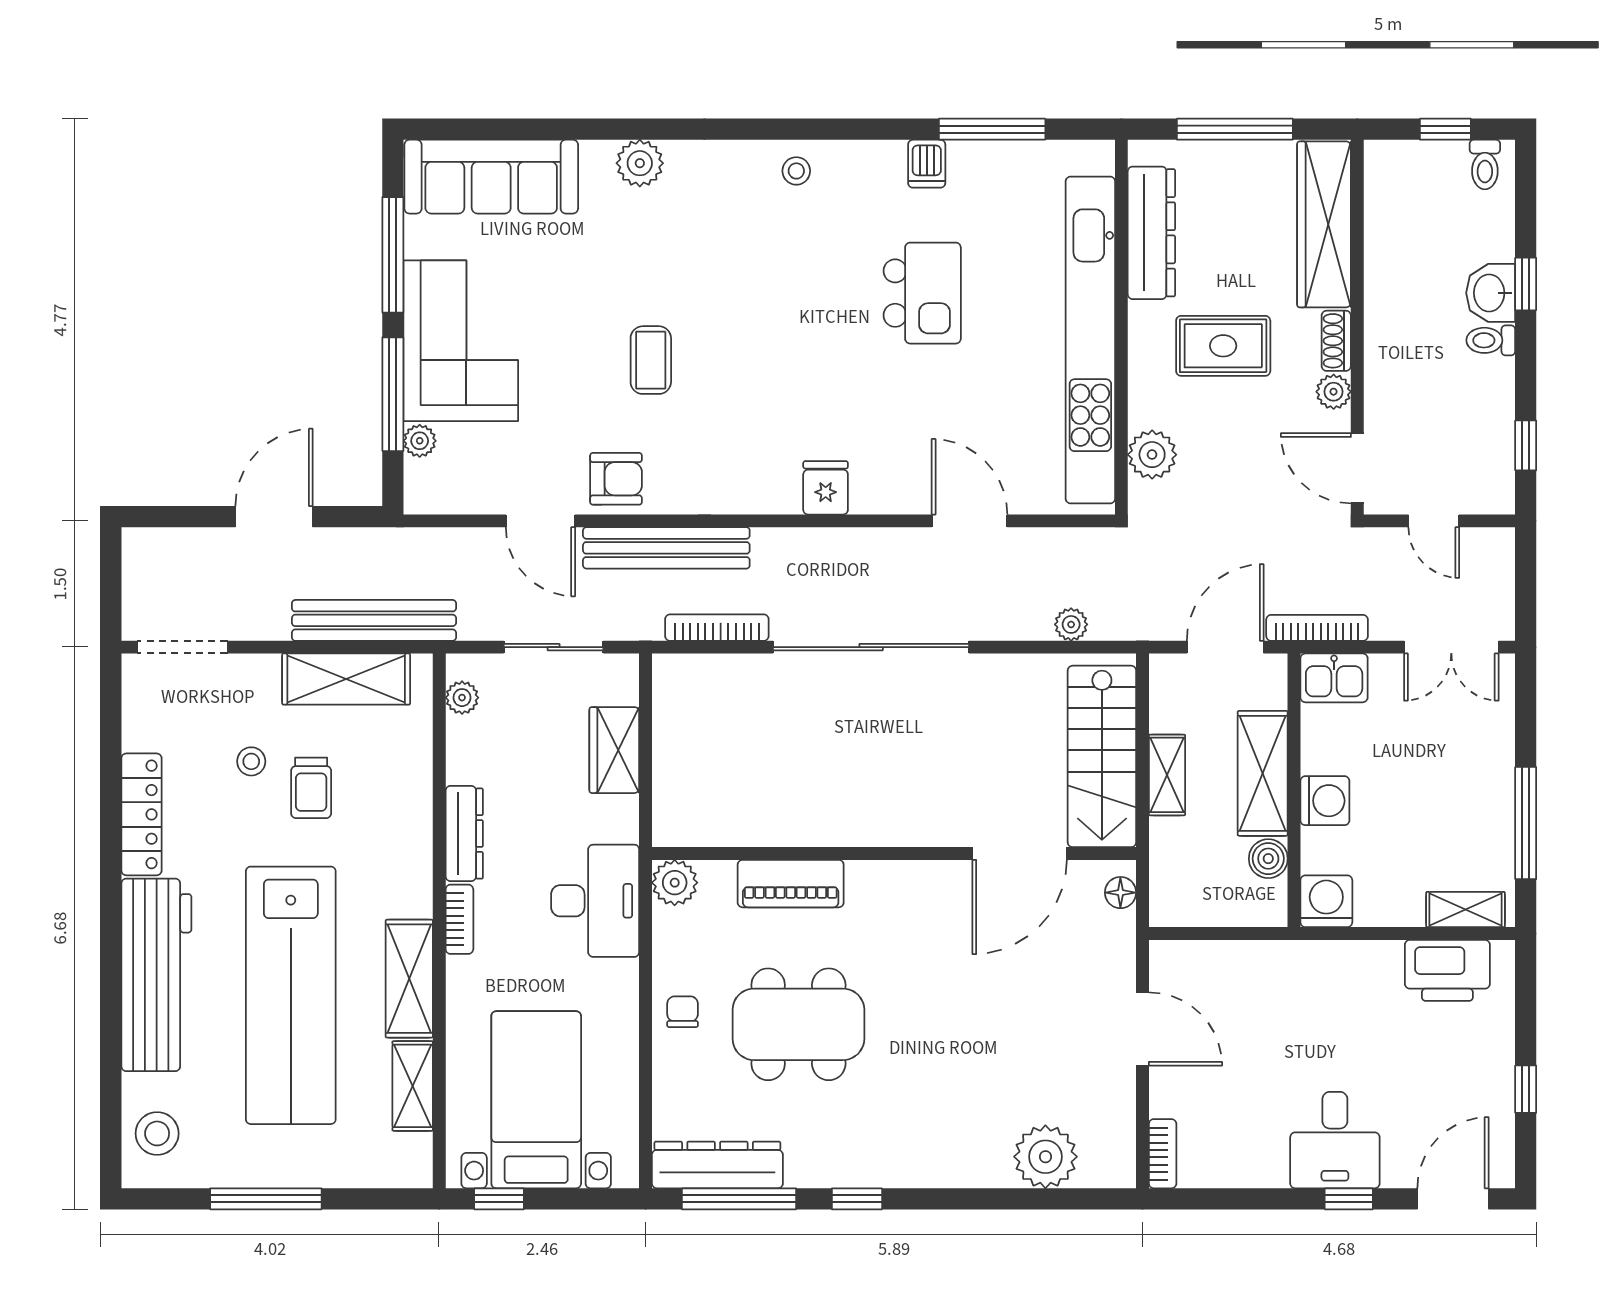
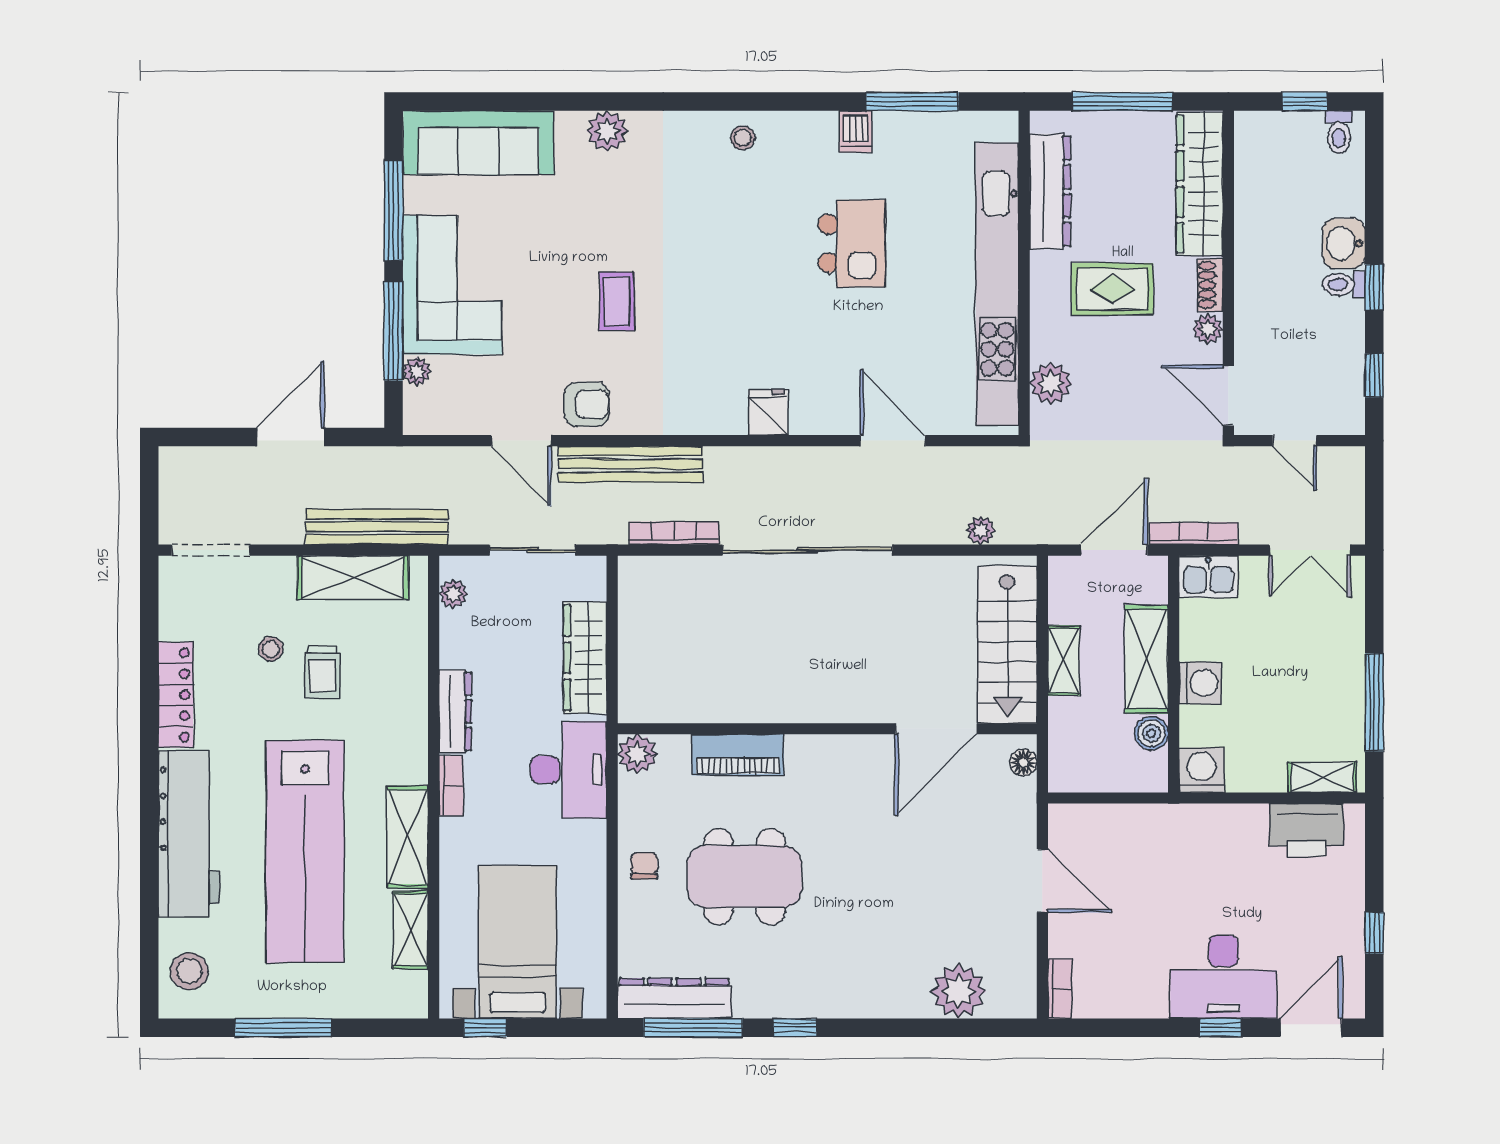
window: (1526, 284) -> (1374, 287), moved
wardrobe: (614, 750) -> (585, 658), width x1.50
desk: (1335, 1140) -> (1223, 977), width x1.37

